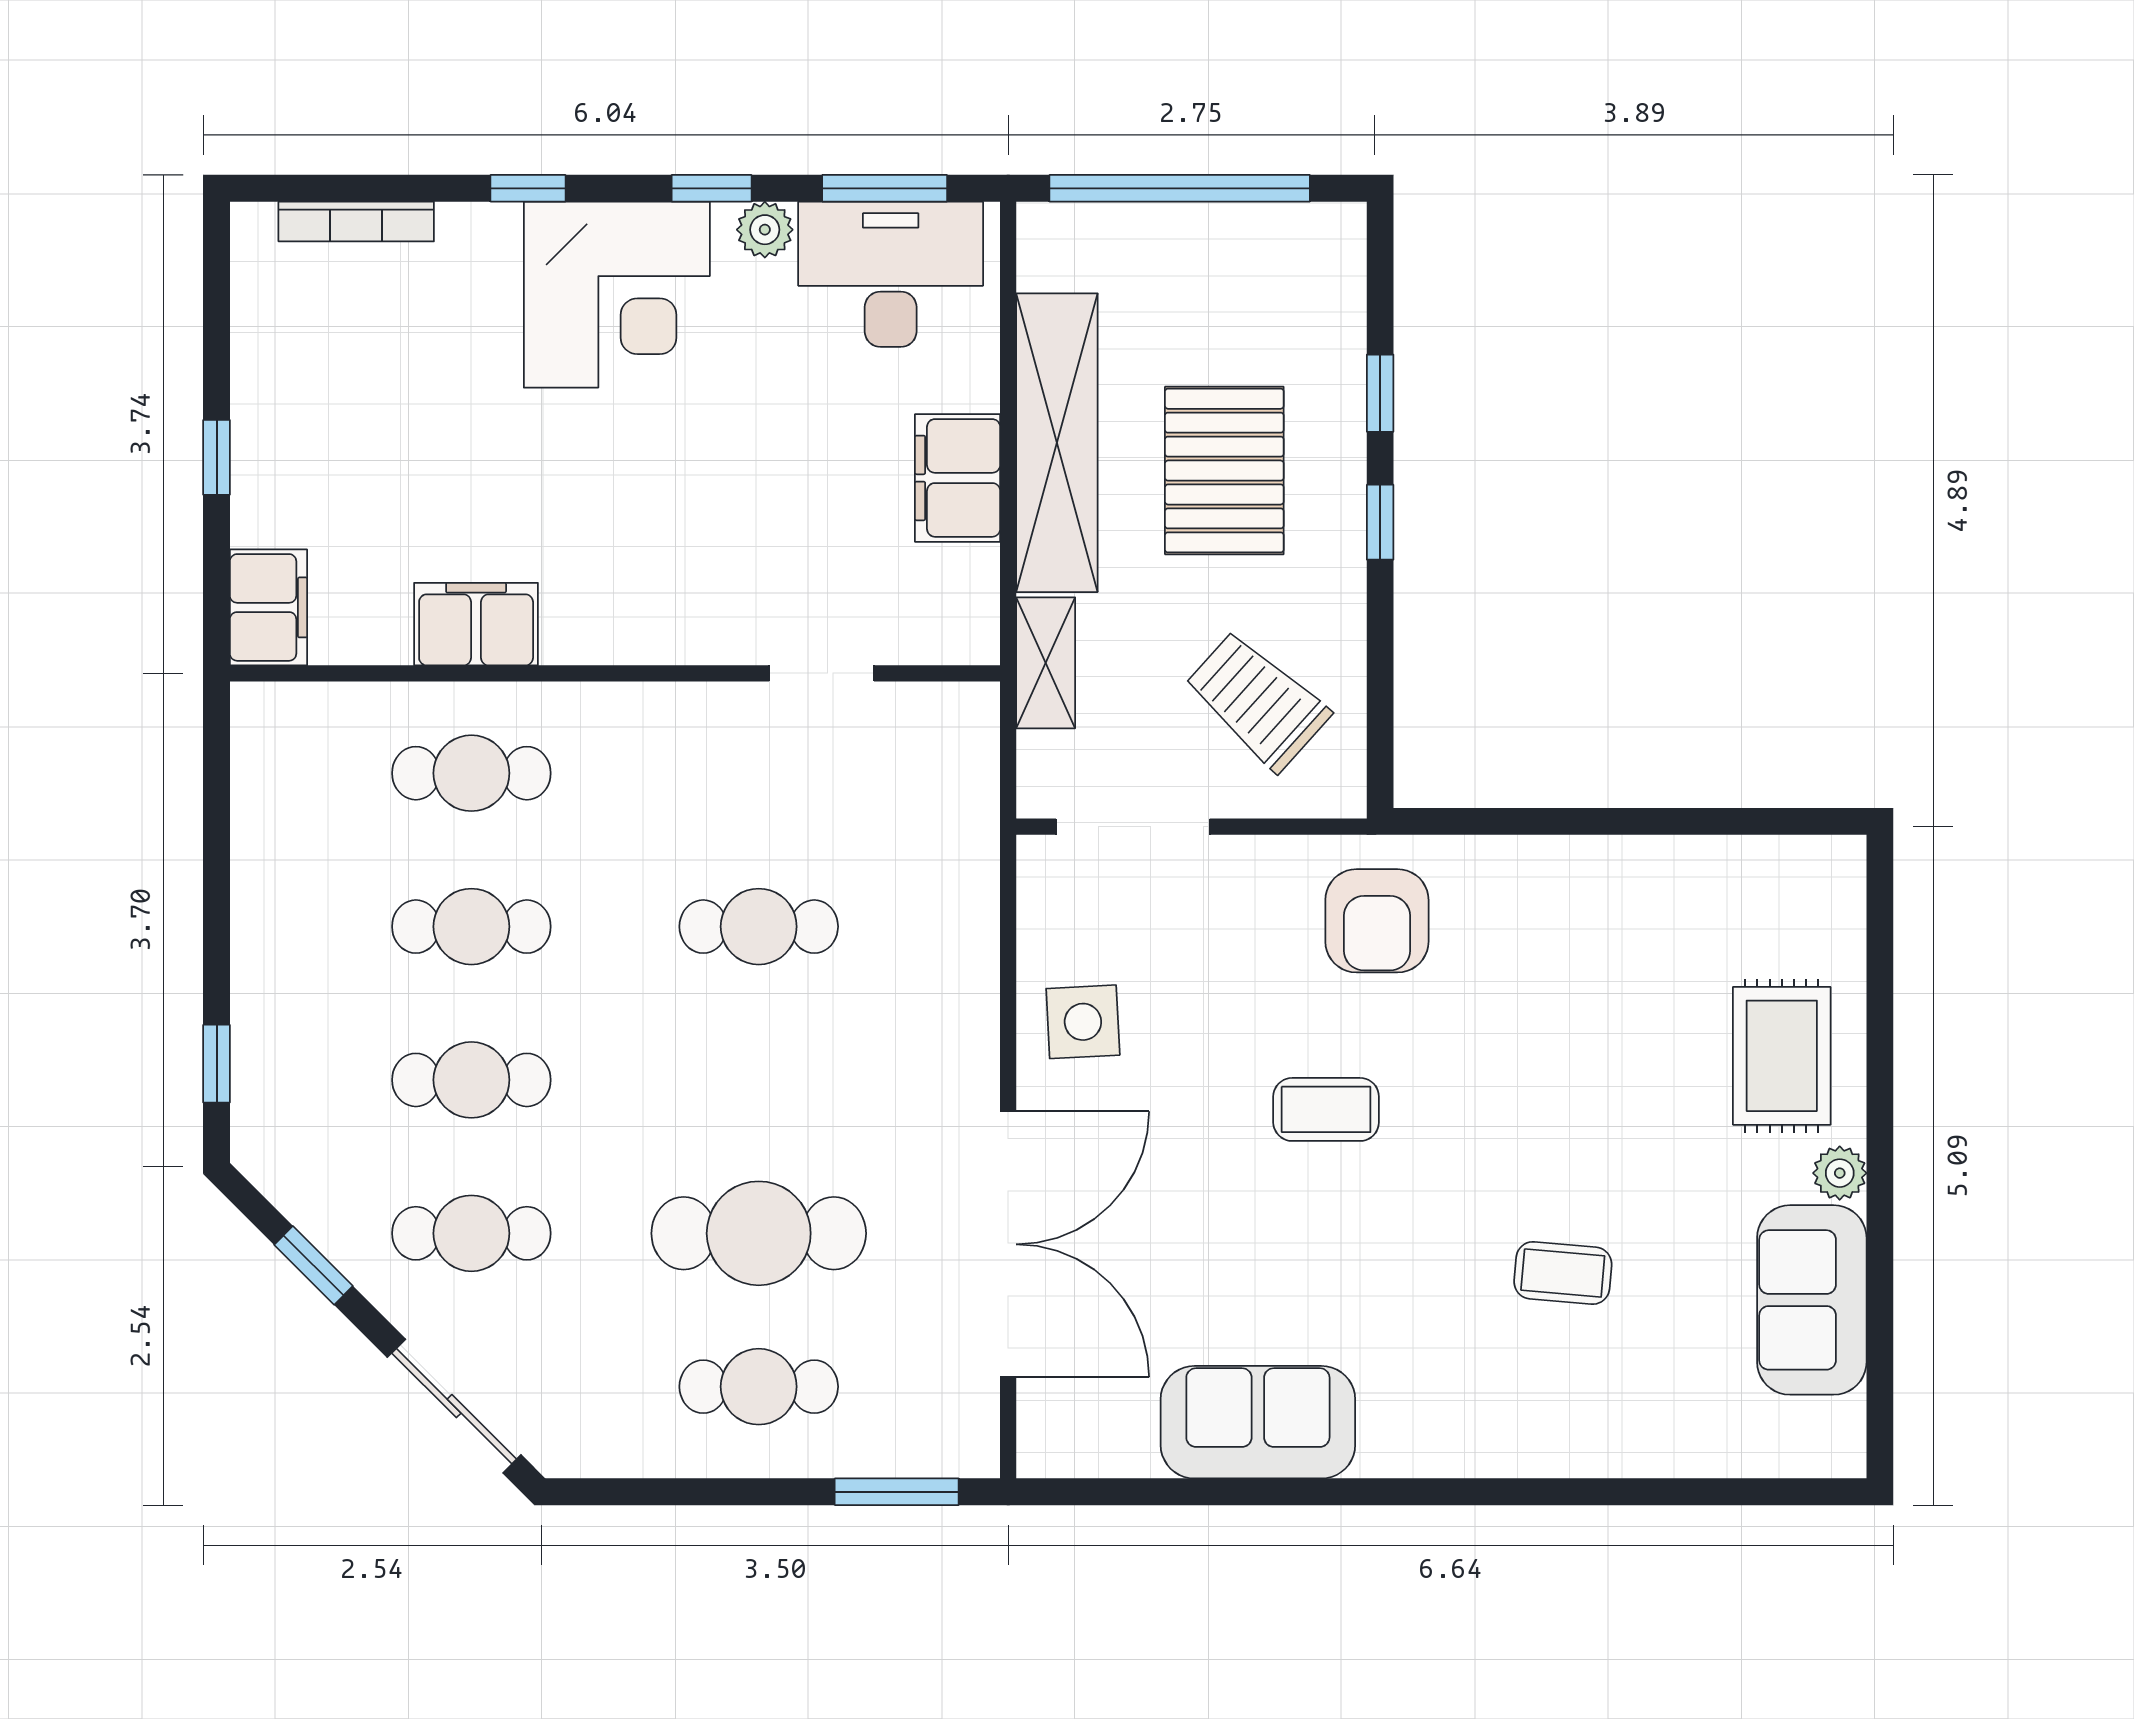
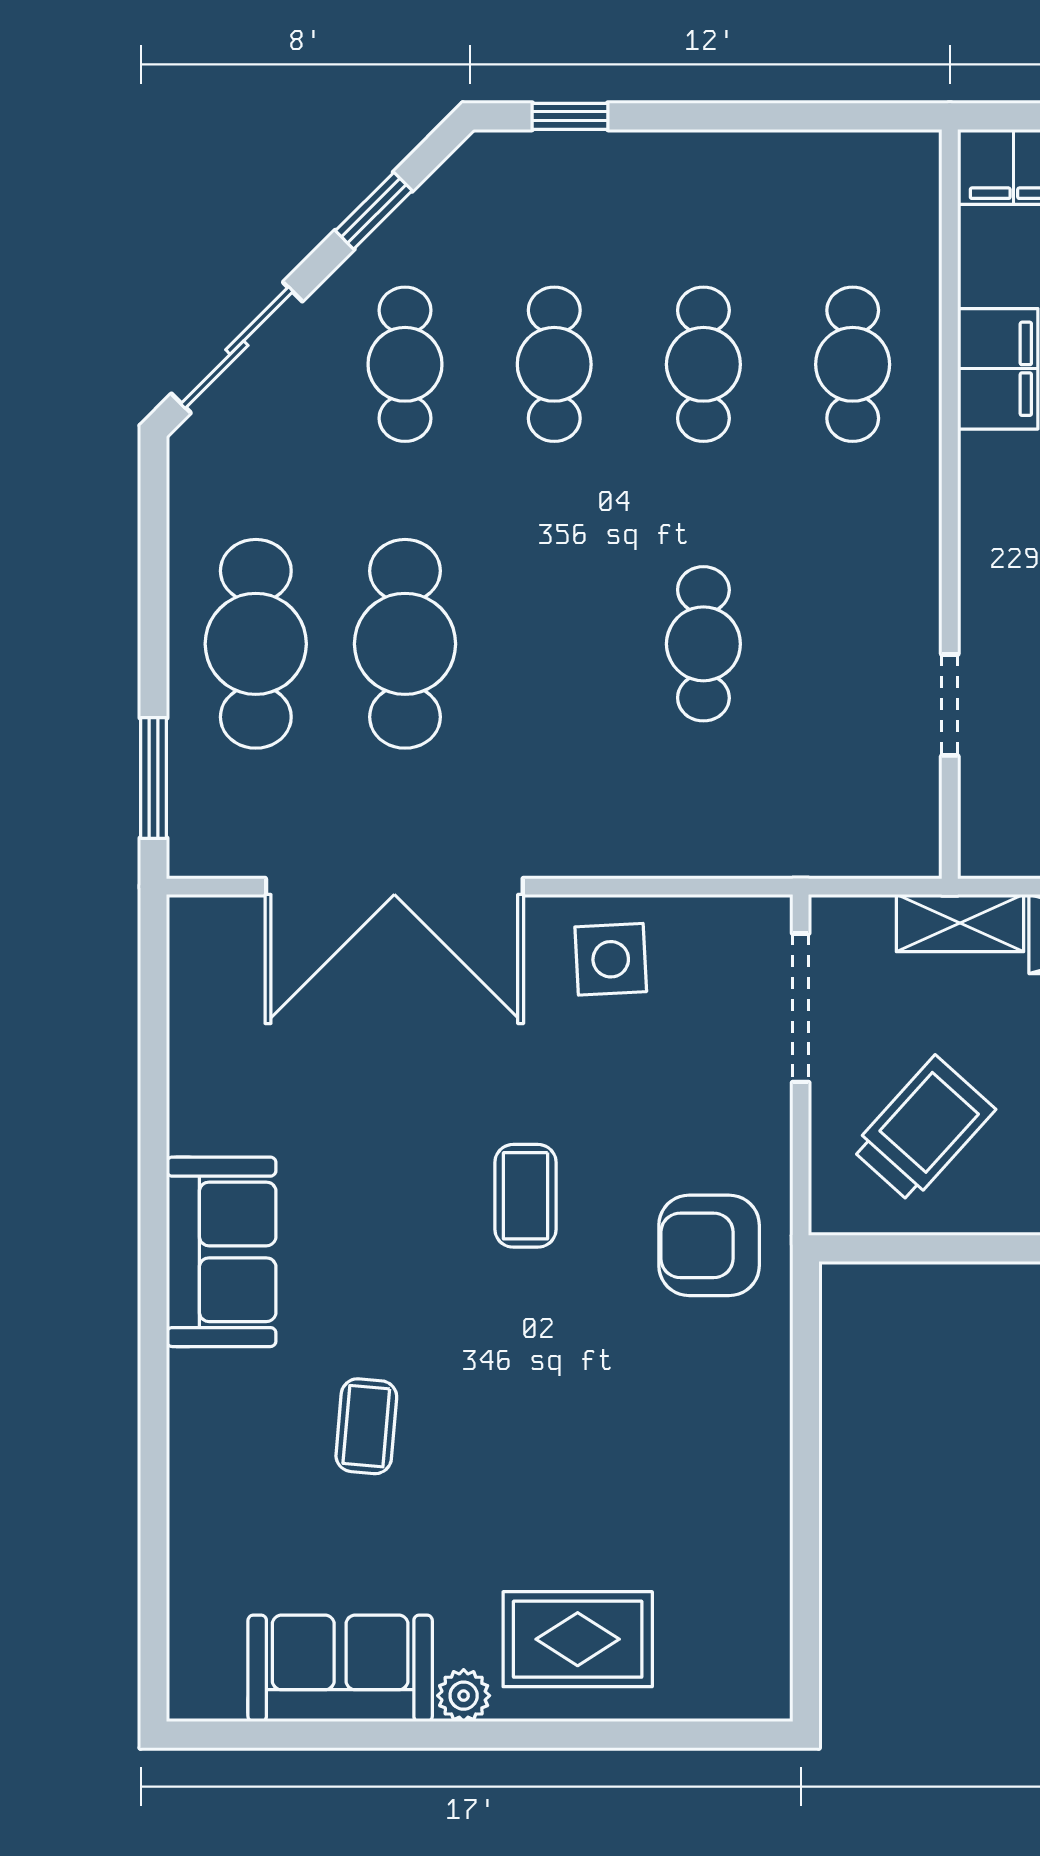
cafe table: (759, 1387) -> (256, 644), width x1.37, depth x1.35
sofa: (1258, 1422) -> (221, 1252), moved

